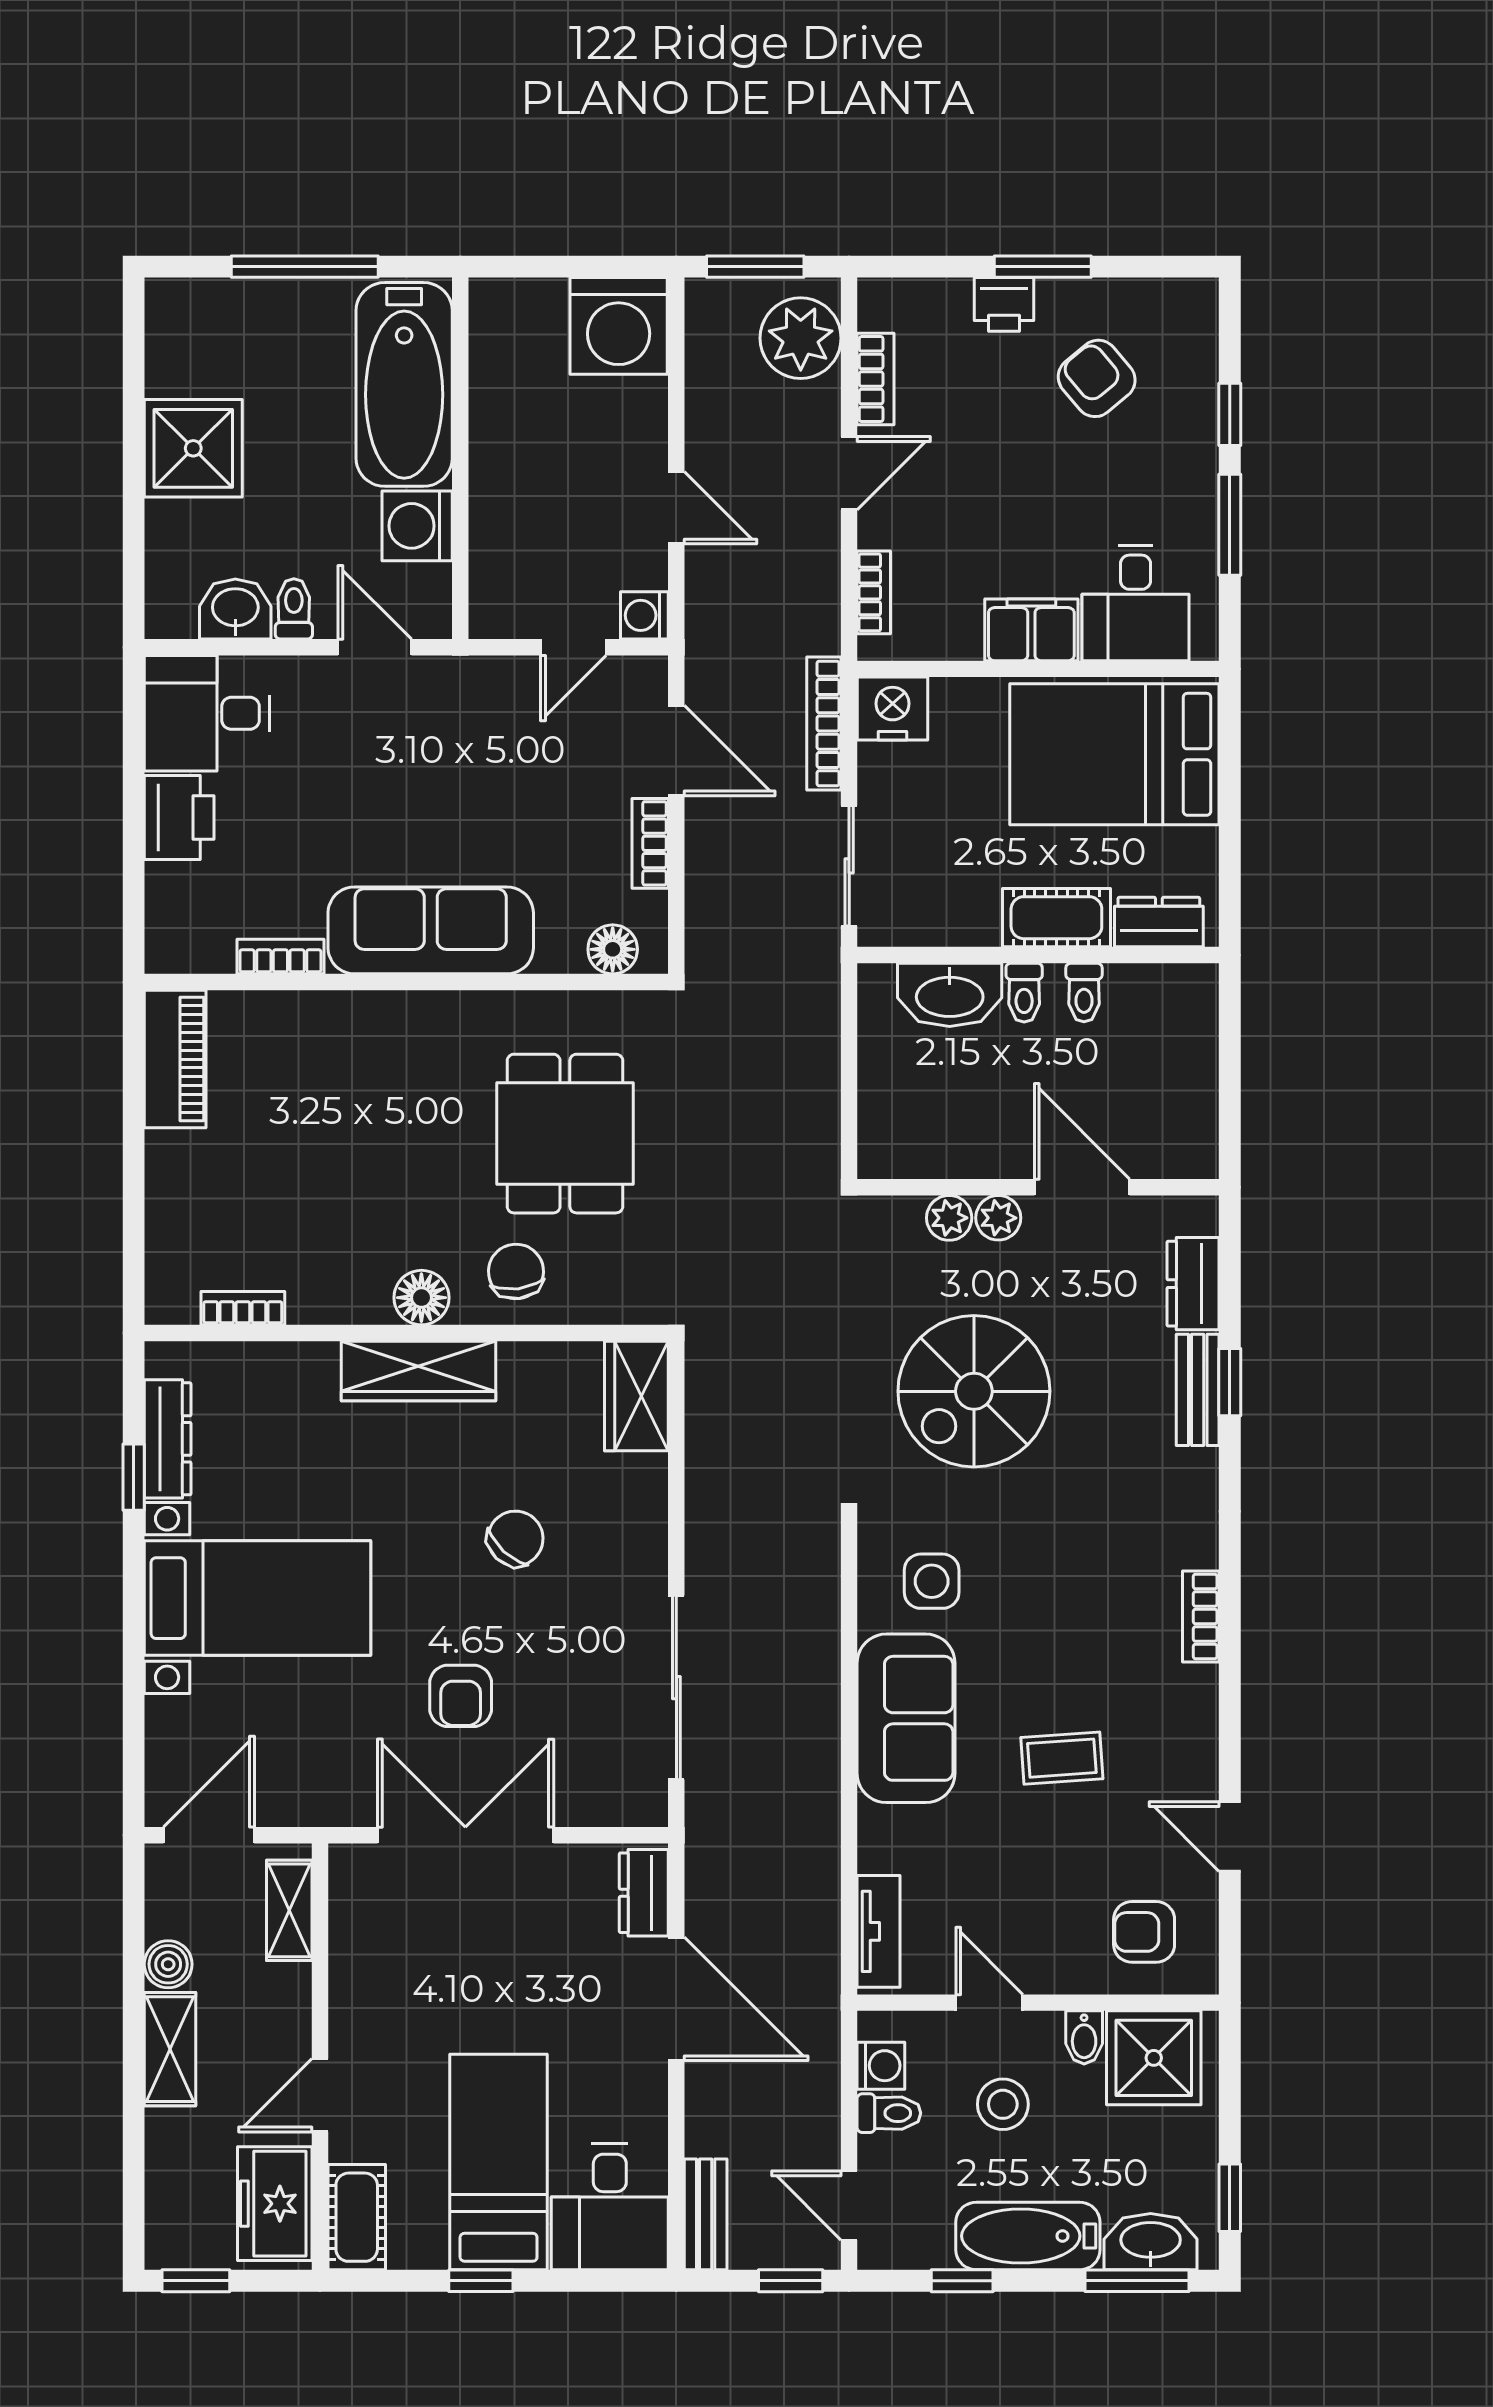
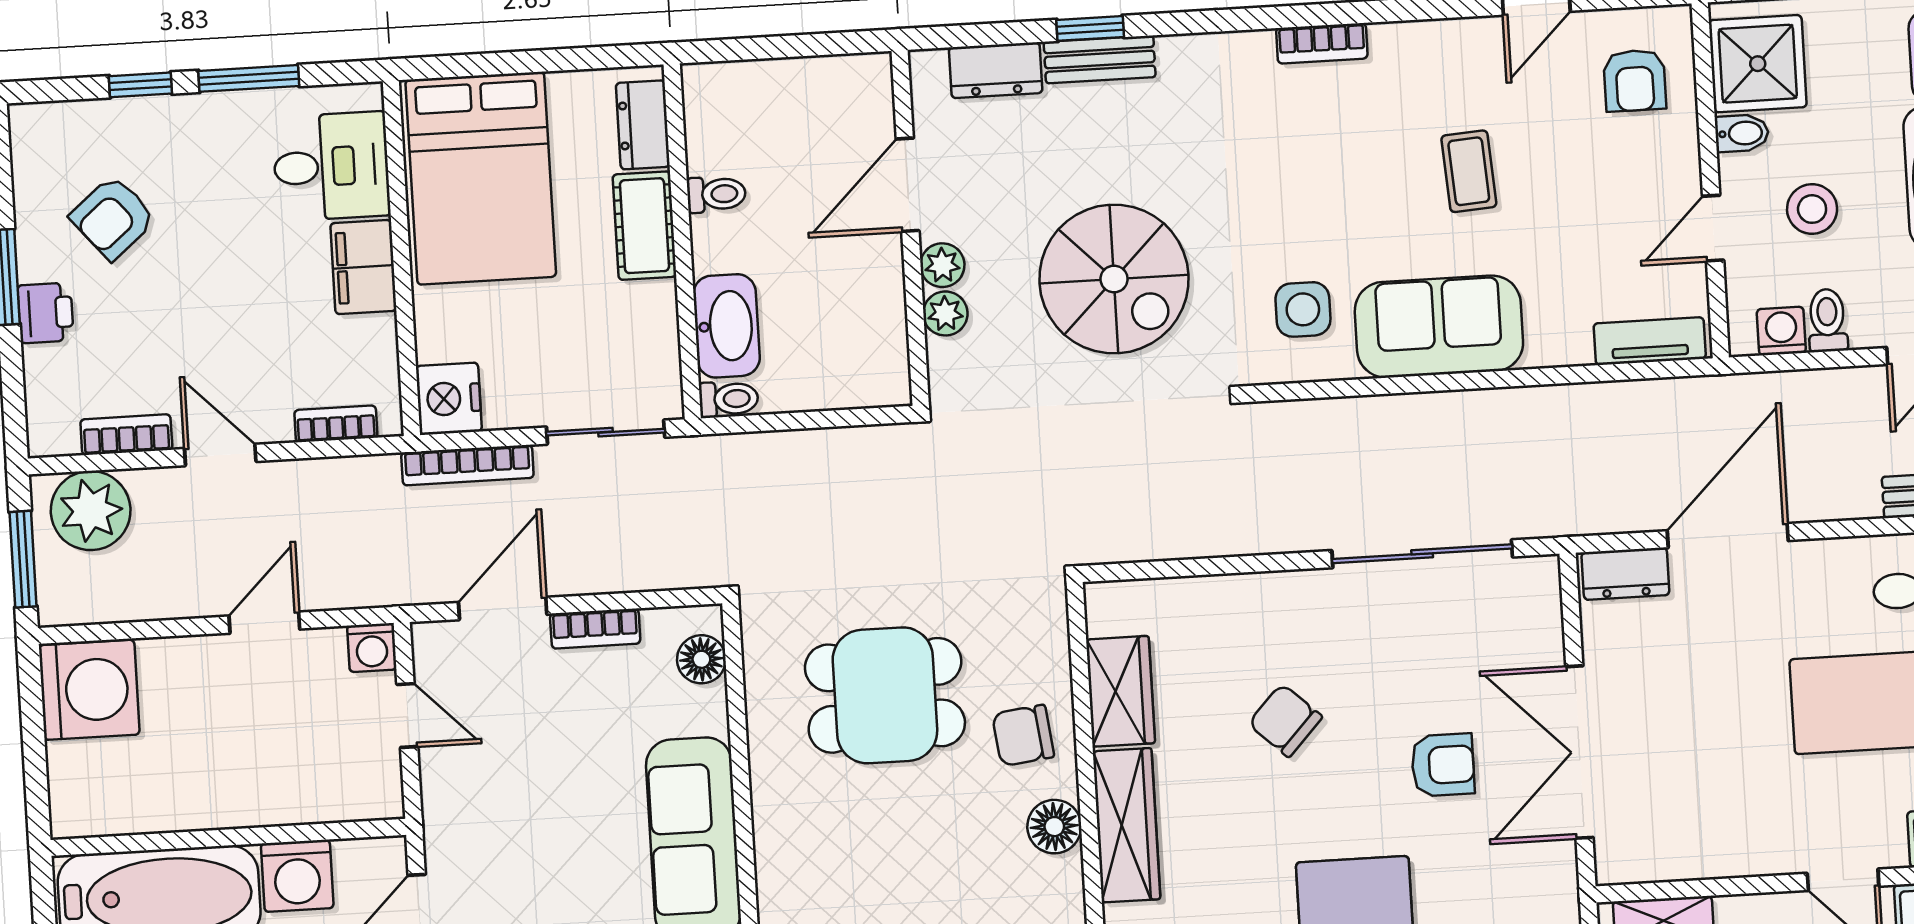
toilet: (1024, 993) -> (729, 399), moved
wardrobe: (636, 1396) -> (1121, 691), moved, turned -90

